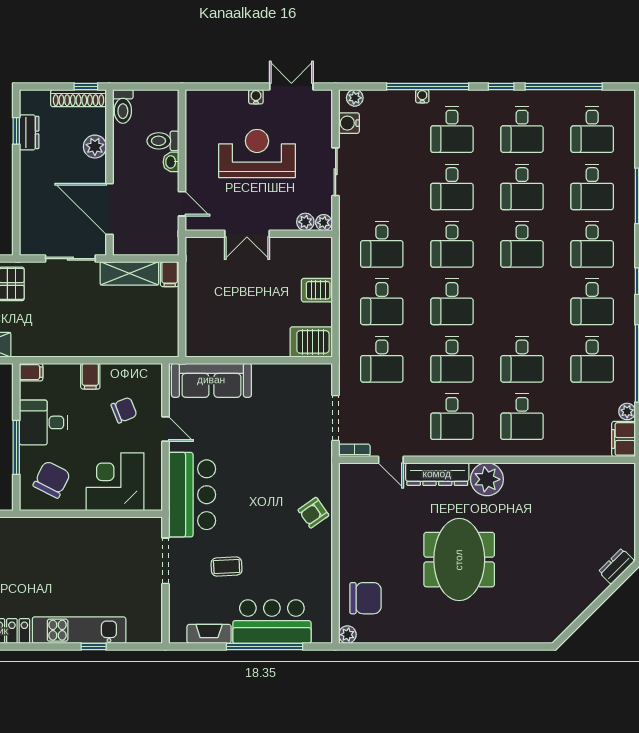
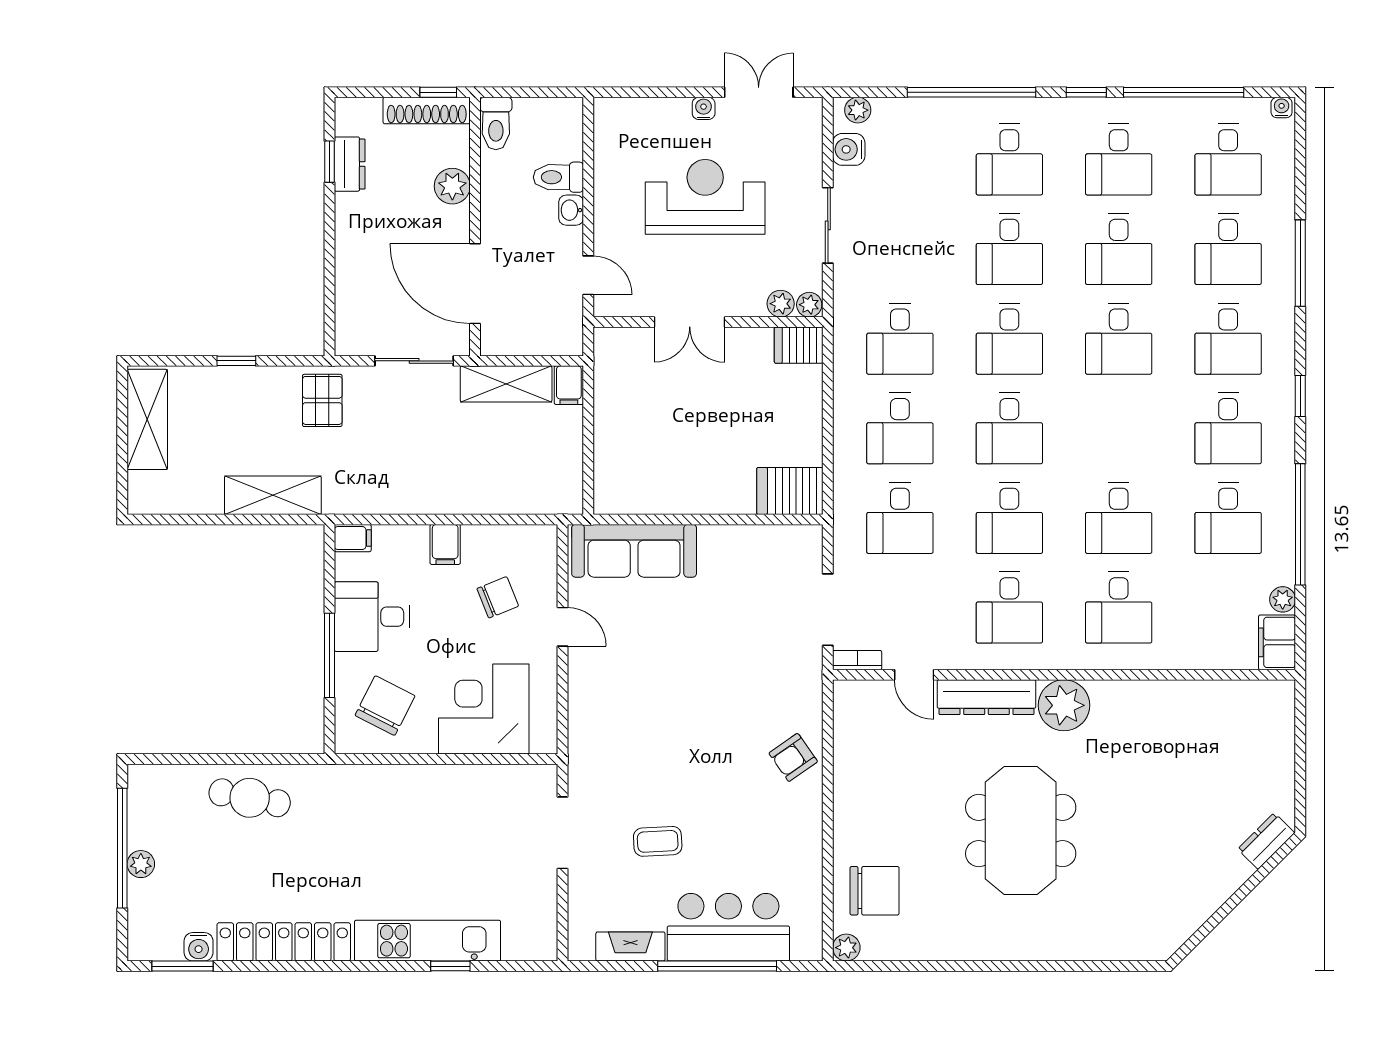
water cooler: (422, 96) -> (1282, 108), moved
server rack: (317, 290) -> (799, 345), moved
bar counter: (192, 495) -> (604, 729), removed

